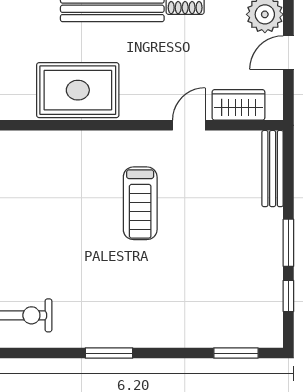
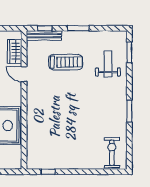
treadmill: (140, 203) -> (66, 62), moved
window: (288, 296) -> (45, 28), moved
weight bench: (211, 307) -> (108, 64), added

